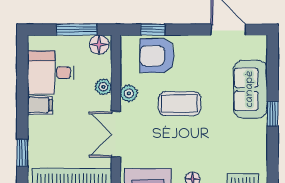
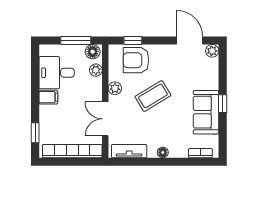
plant: (259, 43) -> (212, 51), added
plant: (103, 87) -> (96, 70), moved
sofa: (250, 89) -> (206, 112), moved
coffee table: (180, 104) -> (153, 96), turned -31

